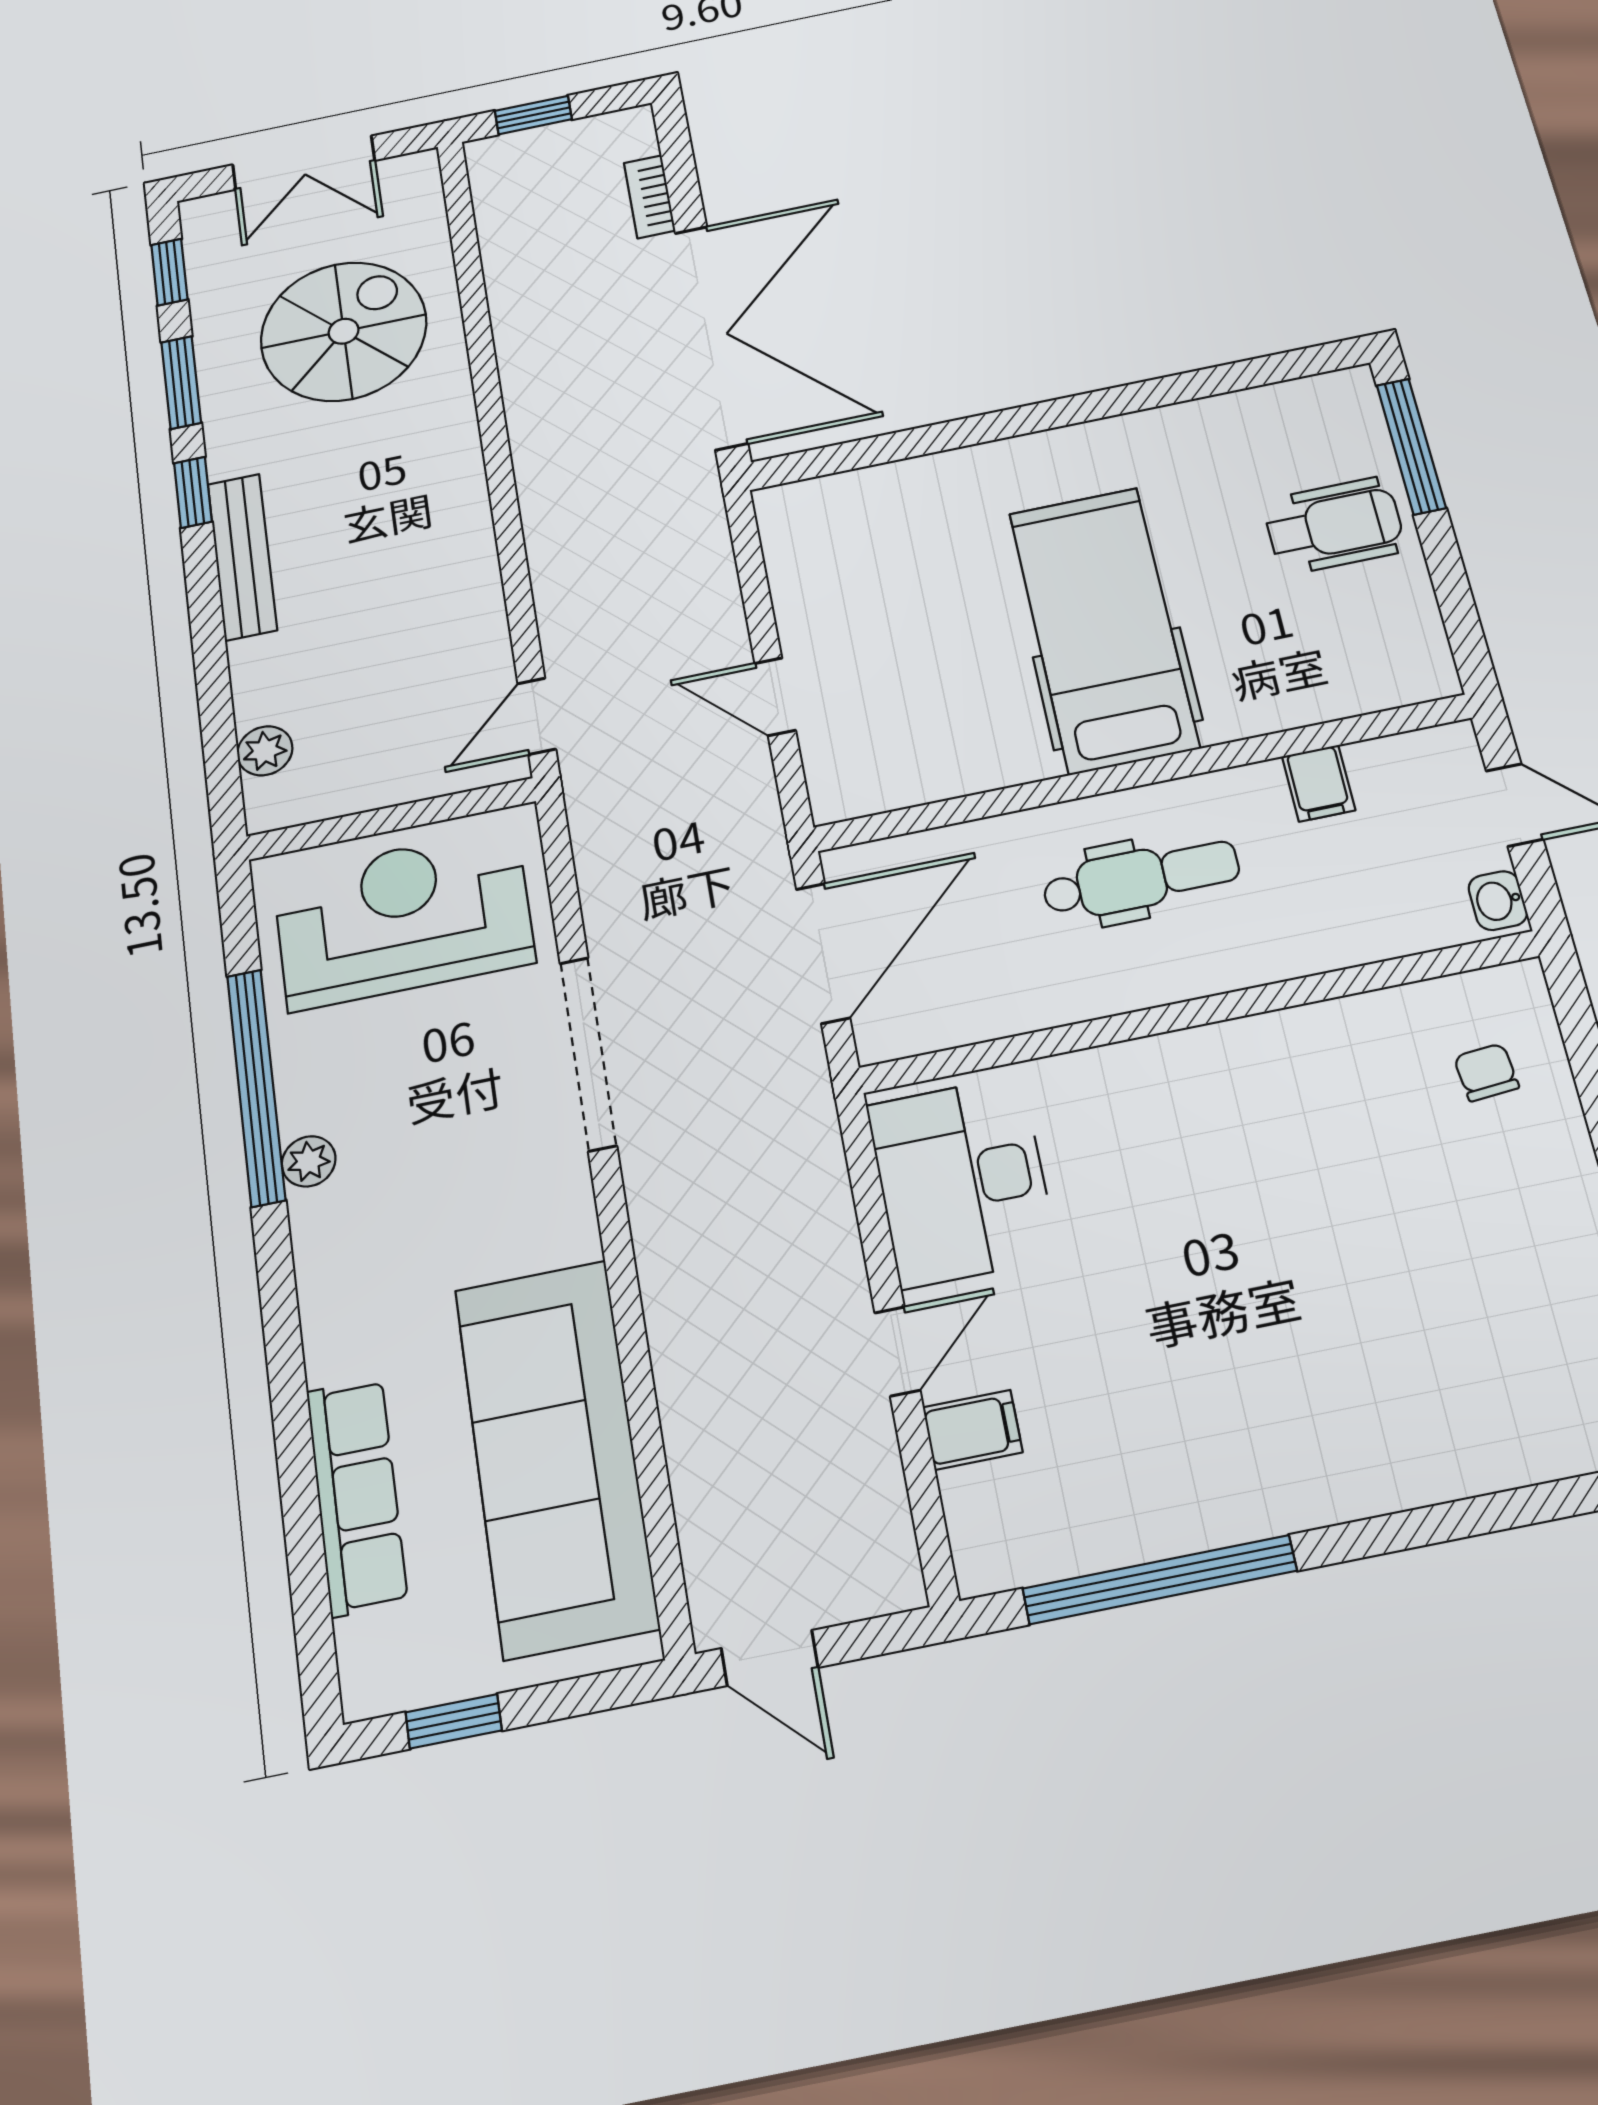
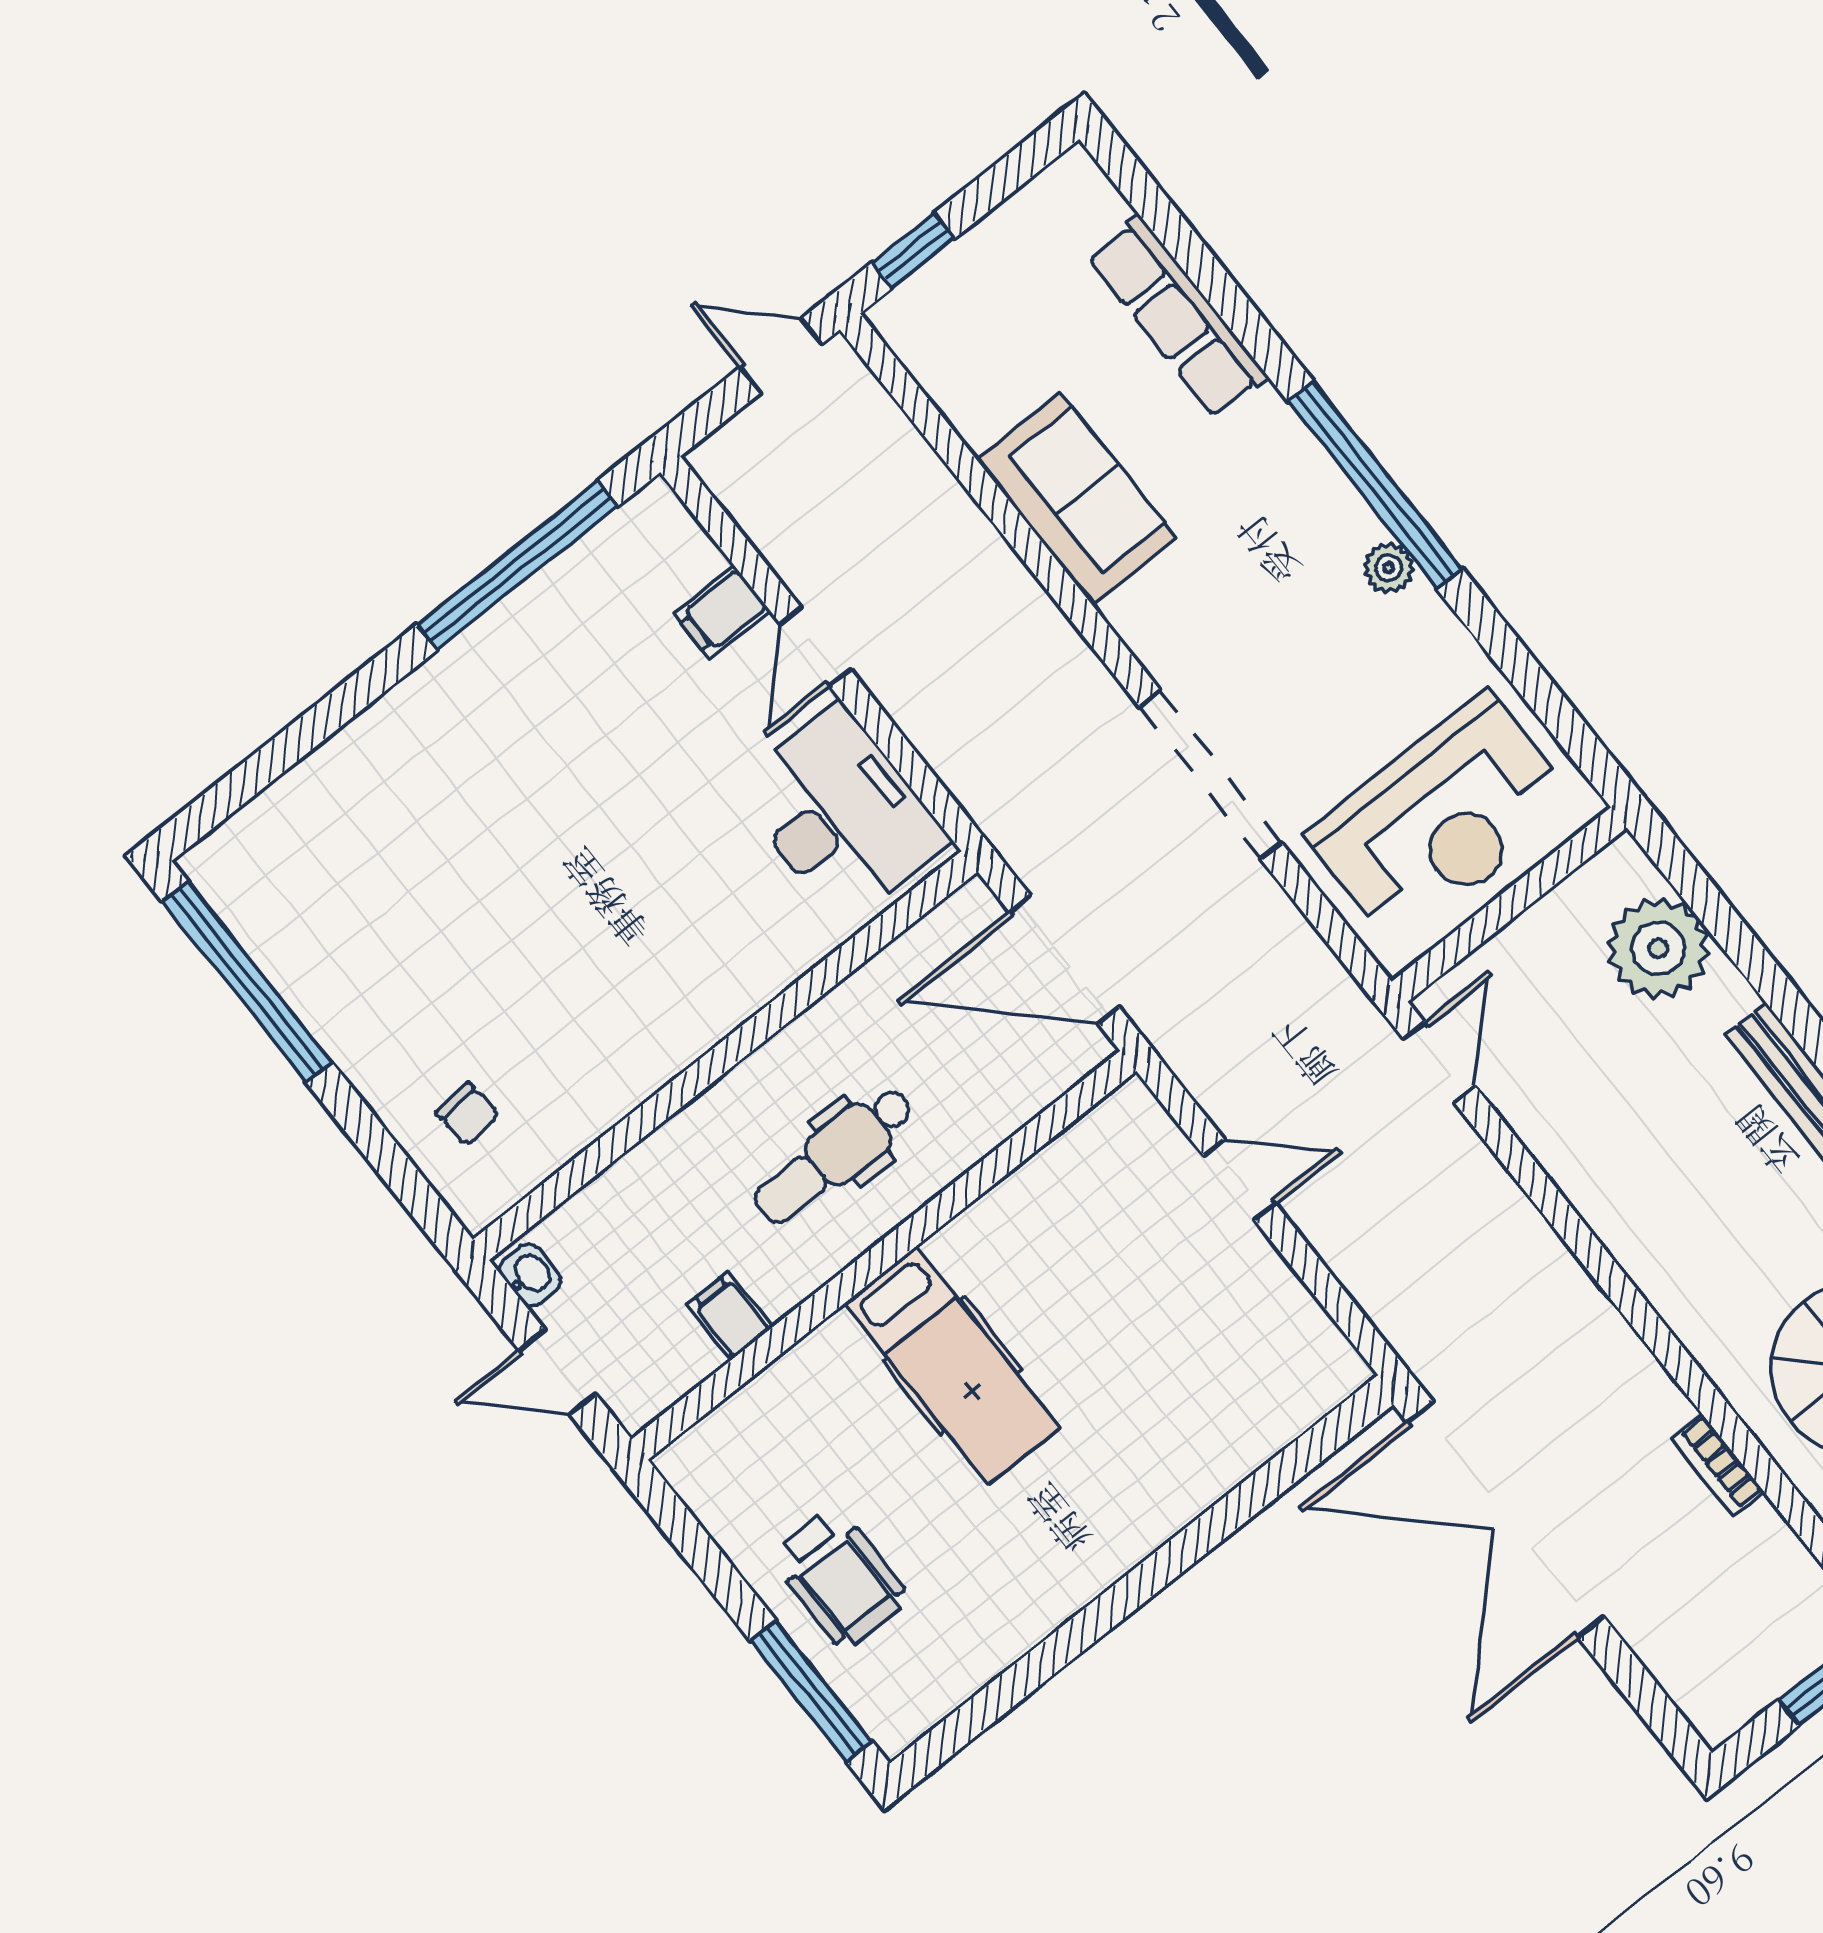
bookcase: (650, 197) -> (1718, 1465), moved, turned 180
wheelchair: (1334, 526) -> (840, 1578), turned -90
hospital bed: (1103, 629) -> (952, 1366), width x0.73, depth x0.78
plant: (265, 751) -> (1658, 948), width x1.88, depth x1.88
door: (823, 953) -> (1064, 959), hinge flipped
window: (256, 1087) -> (1375, 485), moved
sofa: (556, 1456) -> (1076, 499), width x0.54, depth x0.79
window: (454, 1721) -> (913, 251), moved

